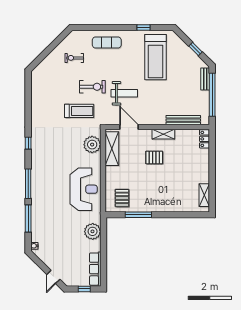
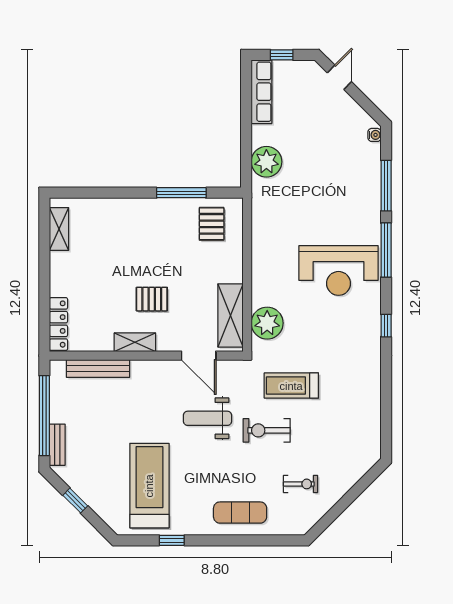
locker: (205, 139) -> (58, 324), width x1.53
reception desk: (84, 189) -> (338, 270), moved, turned -90

